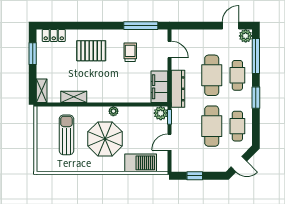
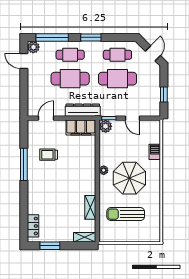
window: (141, 26) -> (24, 164), moved
pallet: (91, 51) -> (47, 191), removed
barbecue: (141, 163) -> (155, 152), width x0.53, depth x0.65

